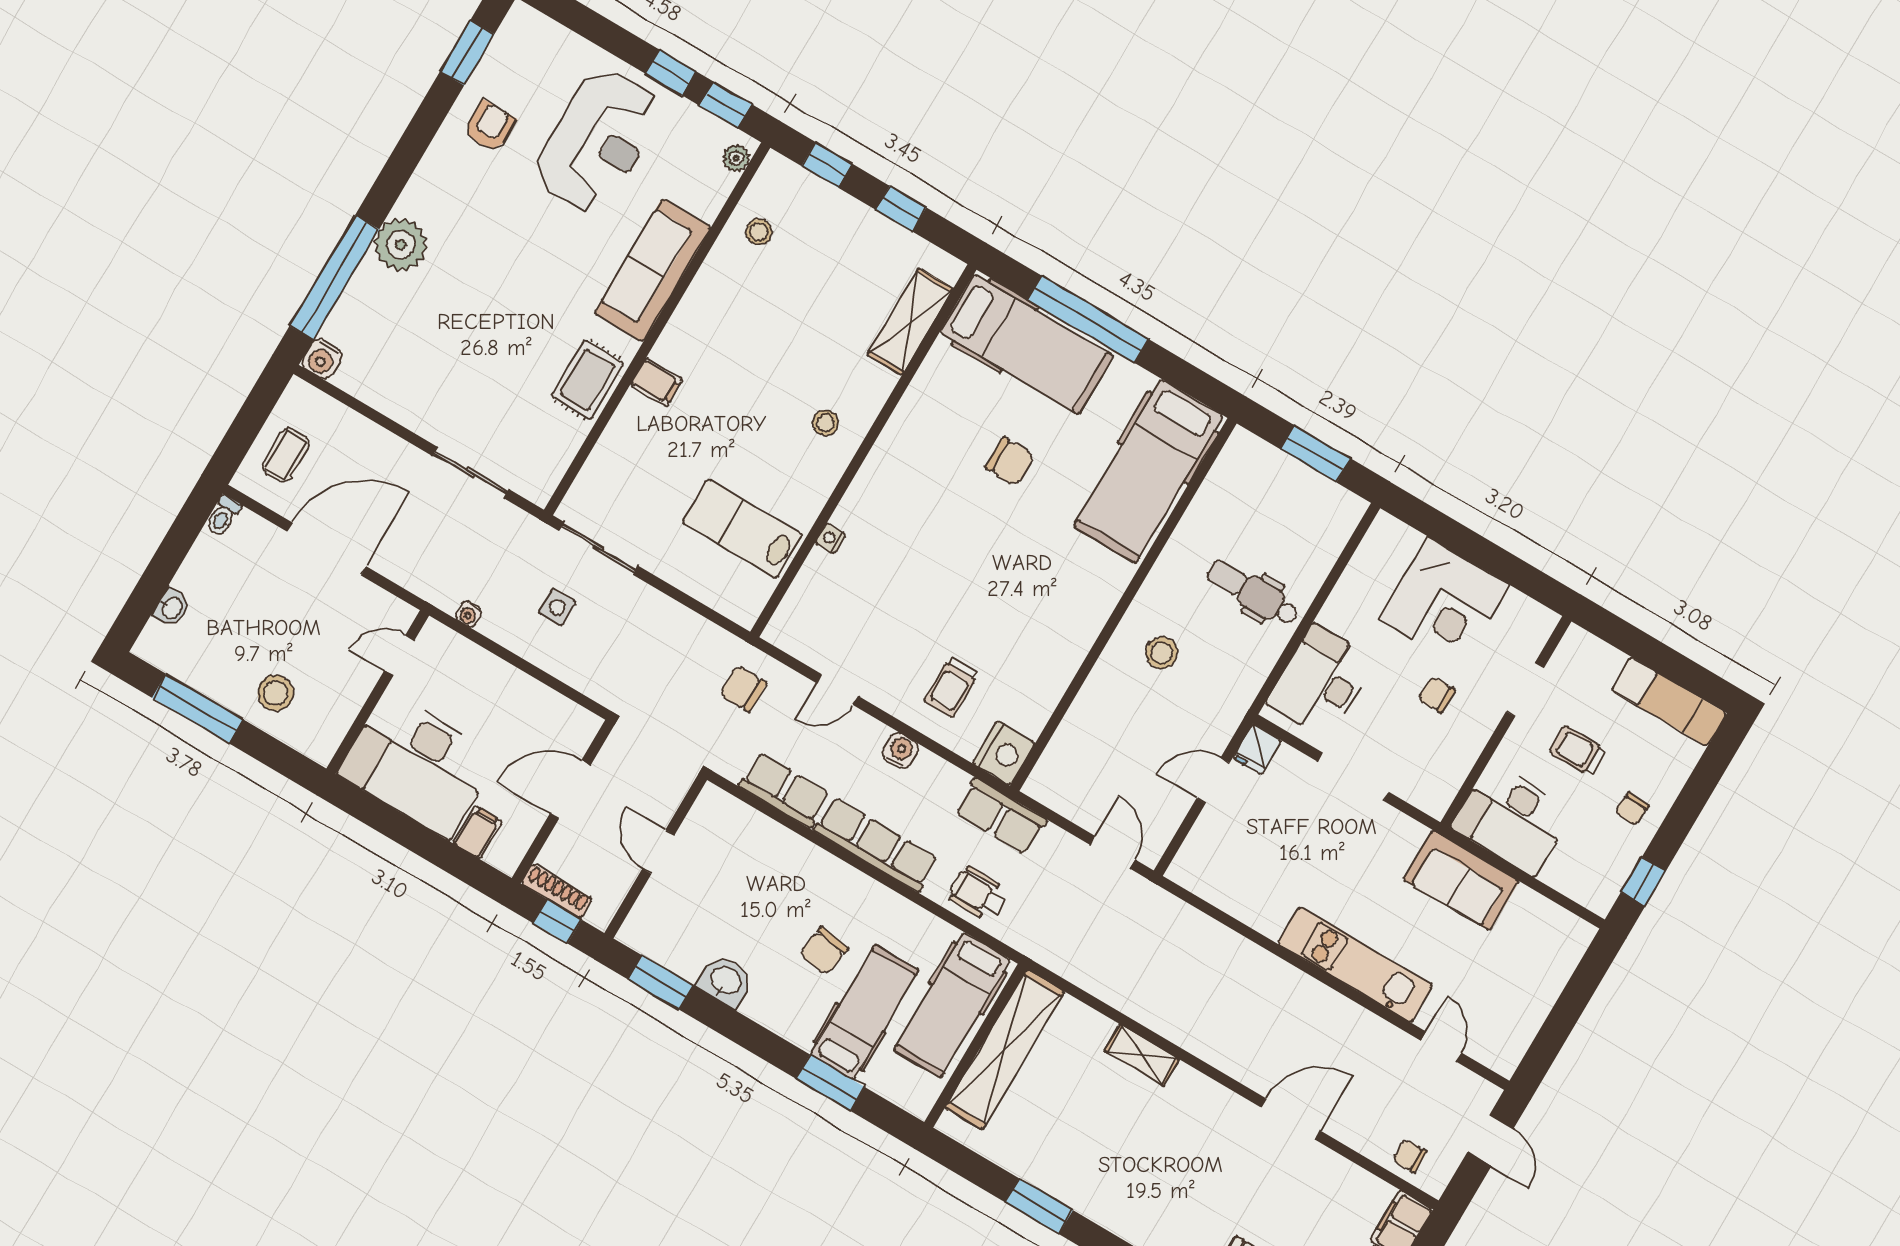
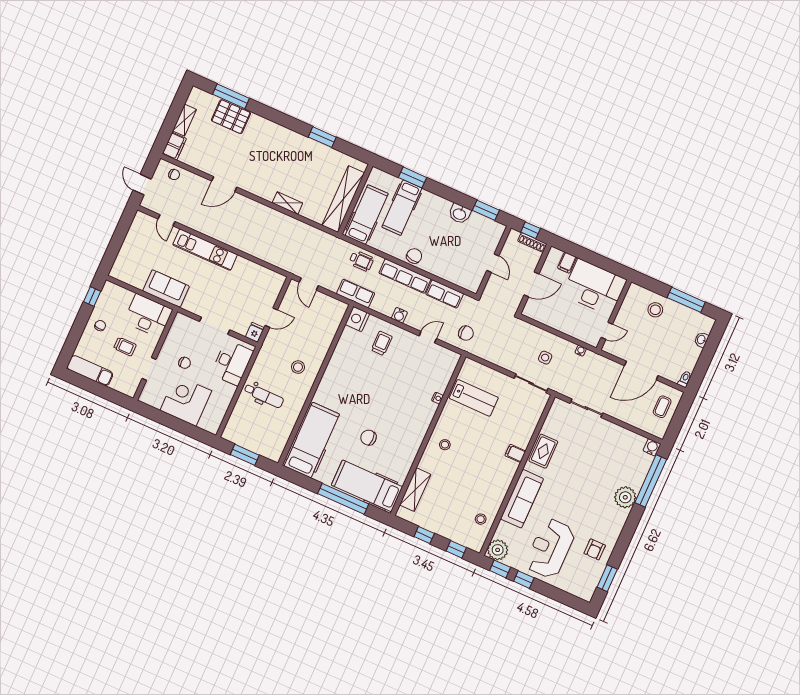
plant: (736, 158) -> (498, 550), width x1.87, depth x1.87
chair: (824, 951) -> (414, 256), moved

